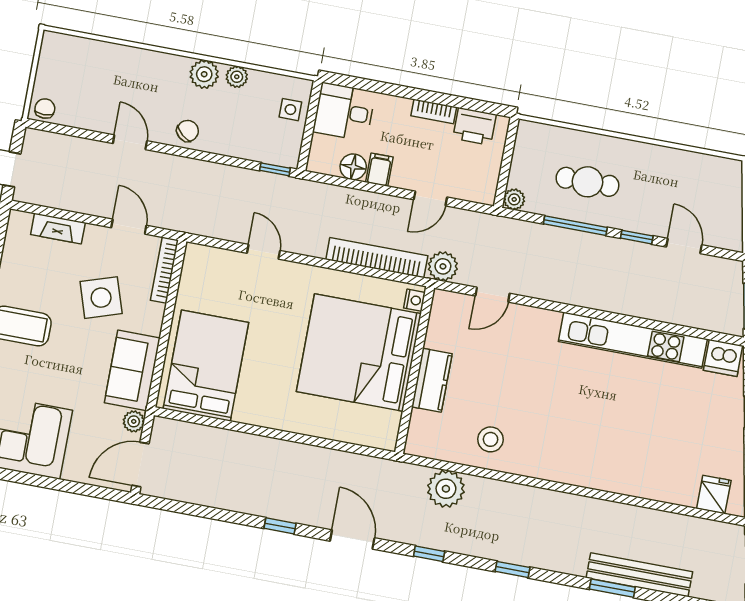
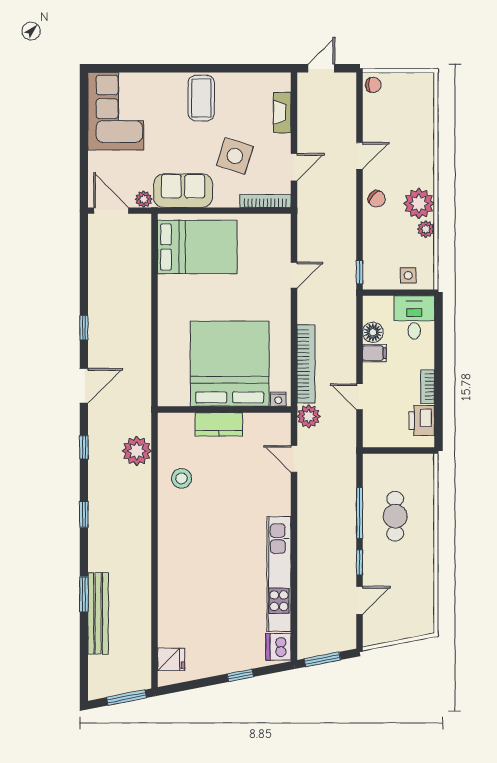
plant: (204, 74) -> (419, 203), width x1.36, depth x1.36
plant: (514, 199) -> (371, 462), removed
side table: (101, 298) -> (235, 156), turned 36

